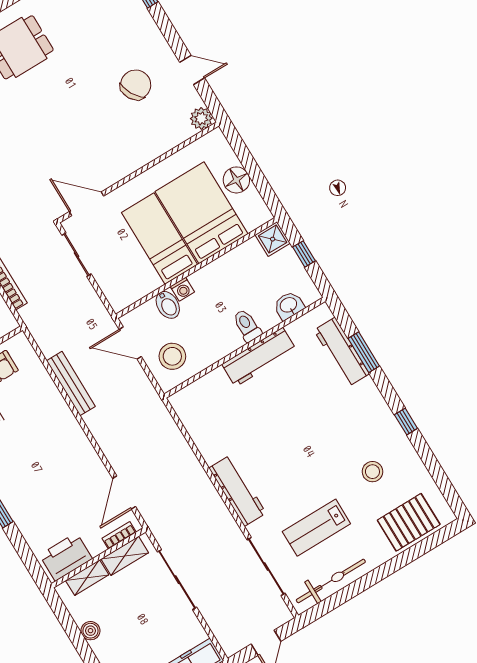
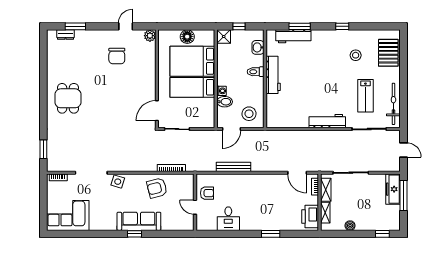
chair: (136, 85) -> (117, 56), turned -151

